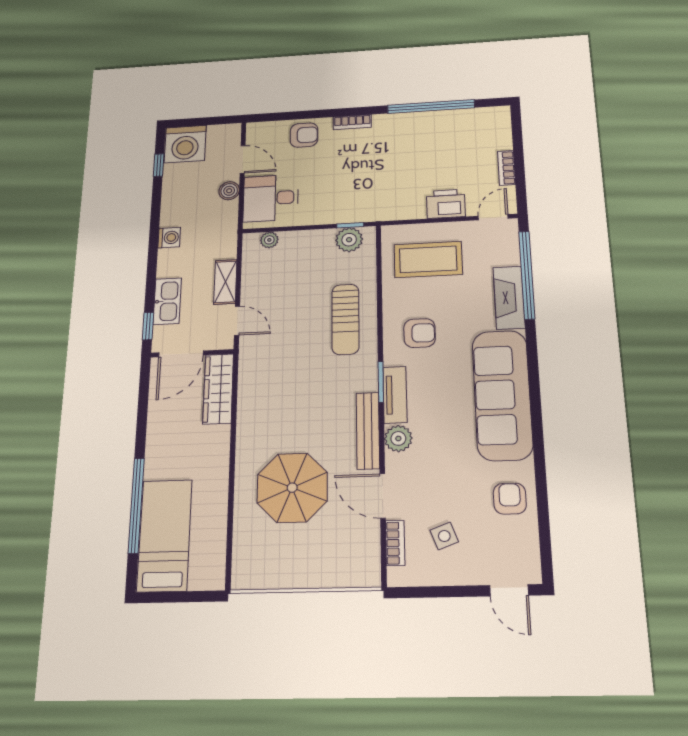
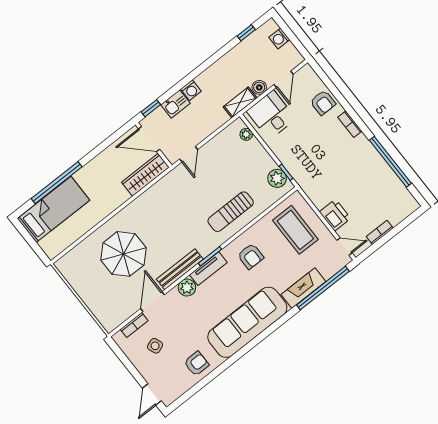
washing machine: (185, 144) -> (279, 38), width x0.53, depth x0.53
washing machine: (169, 238) -> (191, 90), moved
shelving: (225, 282) -> (240, 102), moved
kitchen sink: (167, 301) -> (175, 104), width x0.73

